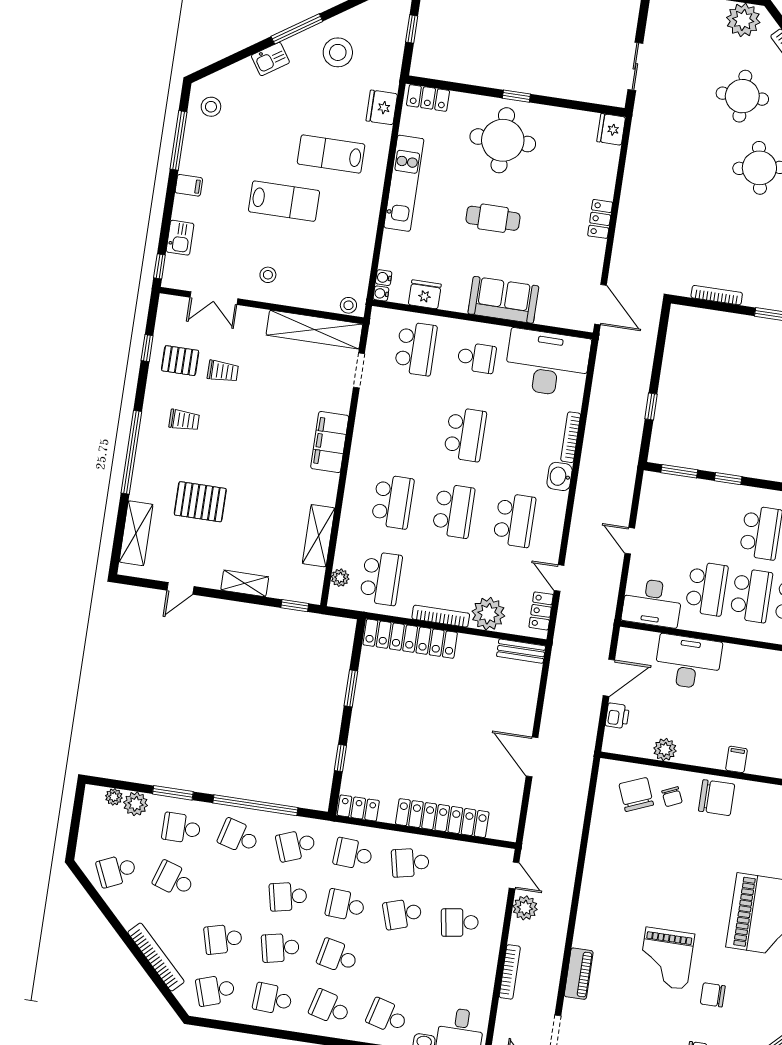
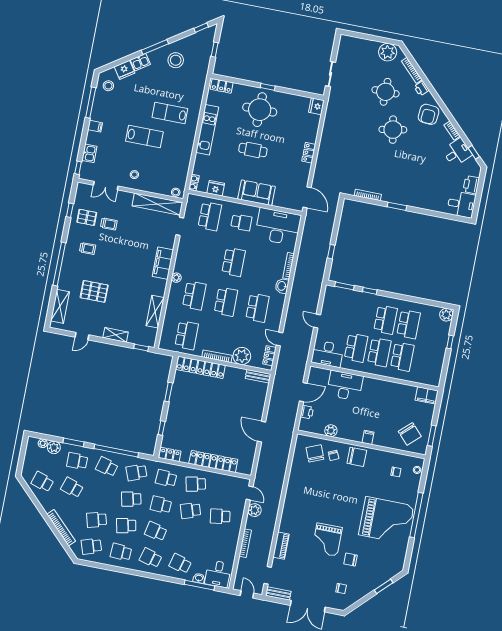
fridge: (382, 107) -> (125, 70), moved, turned -124
plant: (340, 578) -> (176, 278), moved
school desk: (116, 871) -> (42, 482), turned 42

